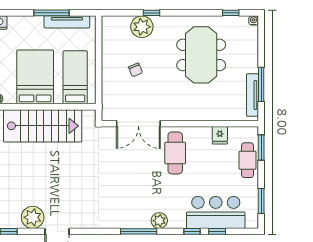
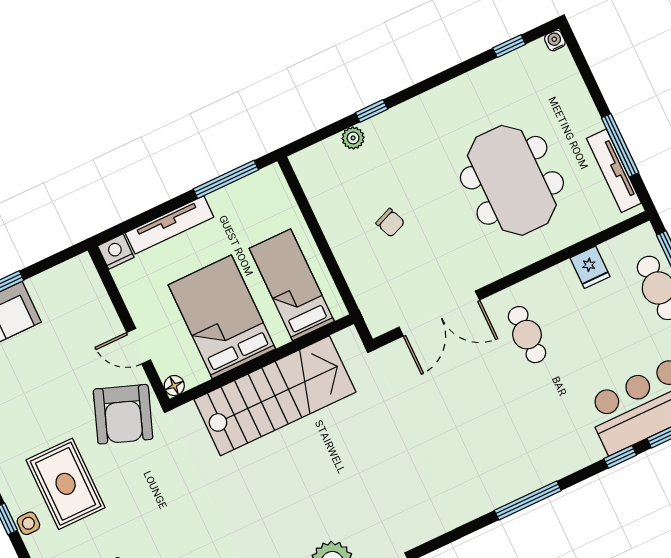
window: (51, 13) -> (226, 179), moved
tv unit: (67, 22) -> (169, 225), moved
plant: (142, 27) -> (353, 138), width x0.53, depth x0.53
meeting table: (201, 55) -> (512, 180), moved
cafe table: (175, 153) -> (527, 335), width x0.73, depth x0.74
plant: (159, 221) -> (555, 465), removed

